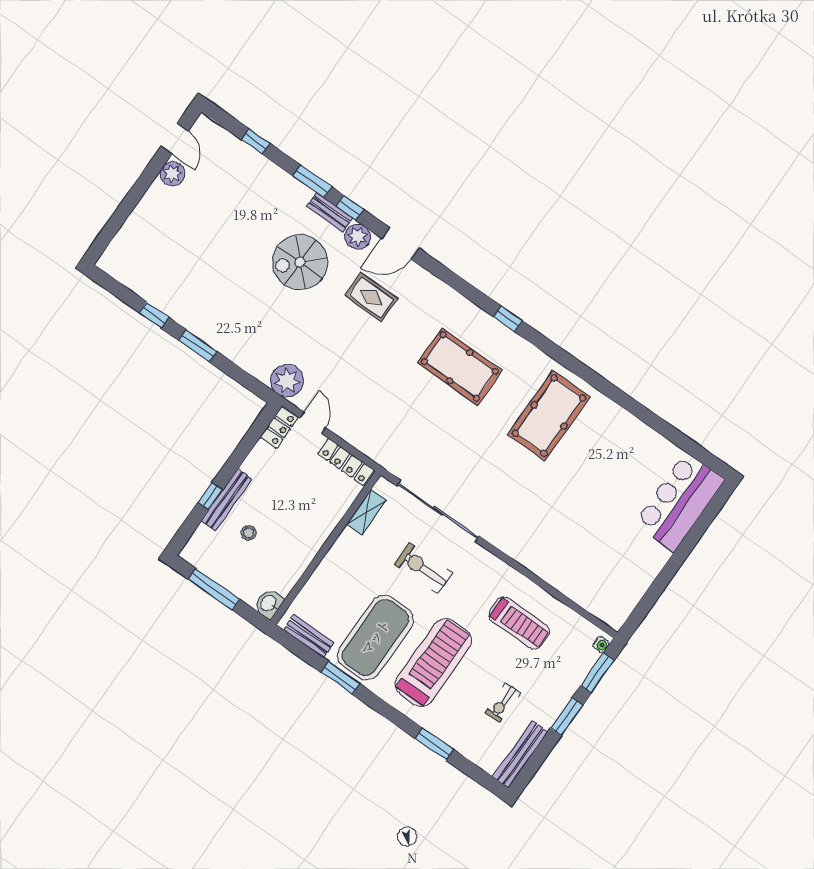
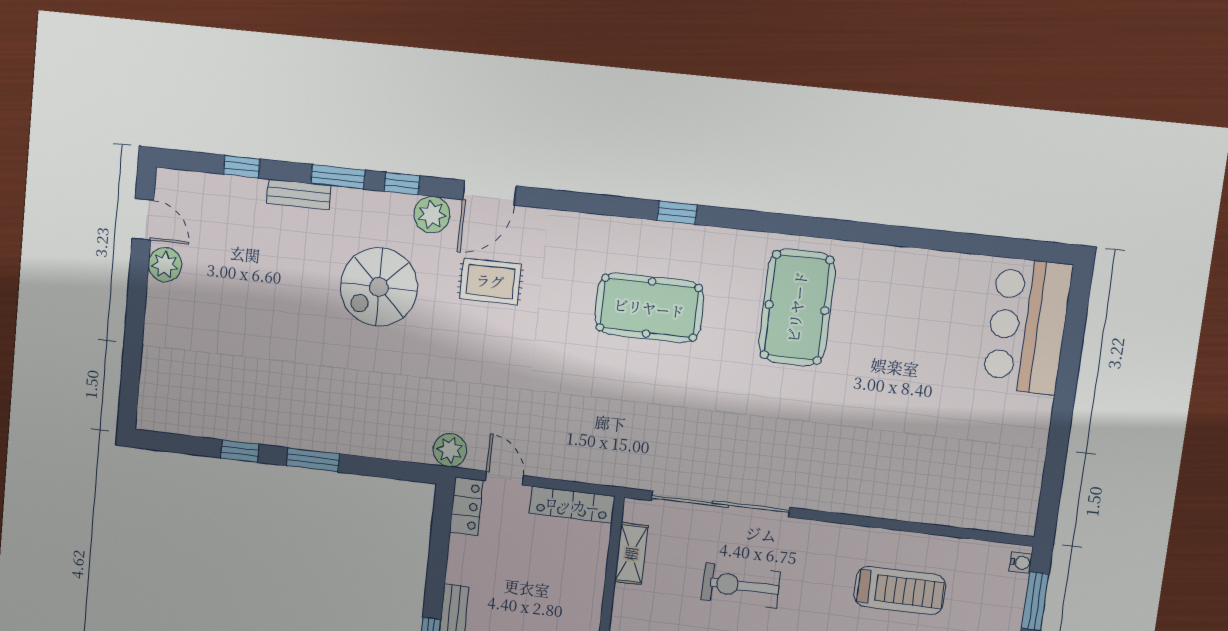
bench: (330, 212) -> (299, 194), moved
plant: (287, 381) -> (450, 450), width x0.73, depth x0.73

